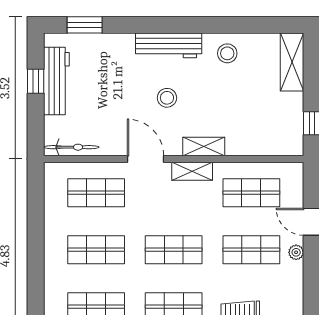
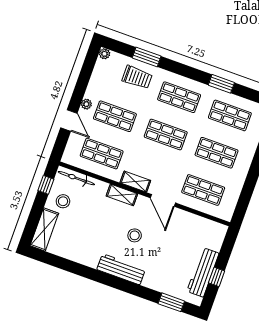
stool: (227, 53) -> (63, 201), moved
bicycle: (71, 147) -> (76, 178), moved

